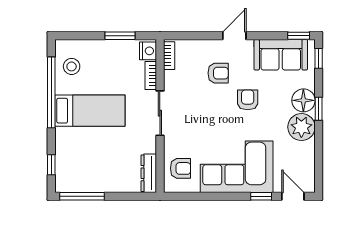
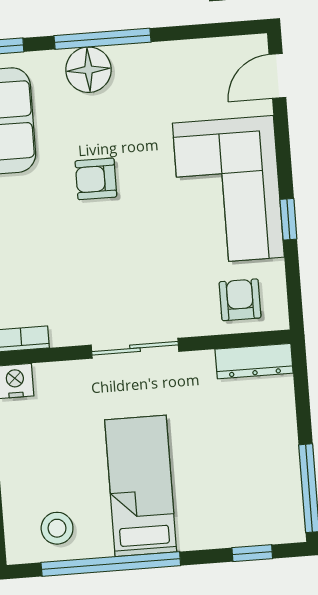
armchair: (218, 73) -> (48, 241), removed
bookcase: (151, 76) -> (63, 372), removed
window: (319, 109) -> (102, 39), width x2.17
plant: (301, 127) -> (141, 70), removed
window: (261, 196) -> (288, 219), moved

